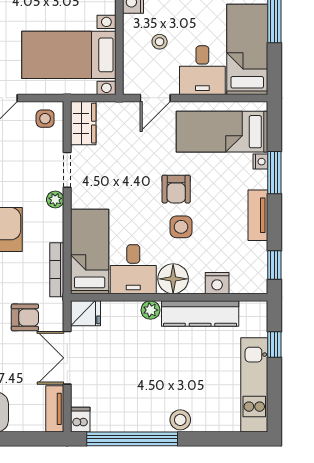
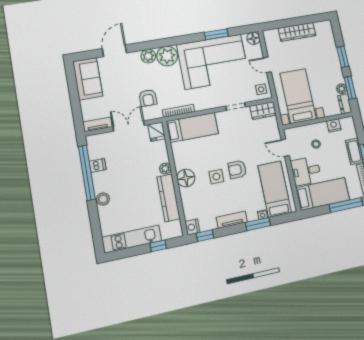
plant: (55, 200) -> (218, 103), removed
desk: (133, 269) -> (187, 154), removed
nightstand: (217, 283) -> (192, 227), moved
dishwasher: (80, 420) -> (98, 165), moved

